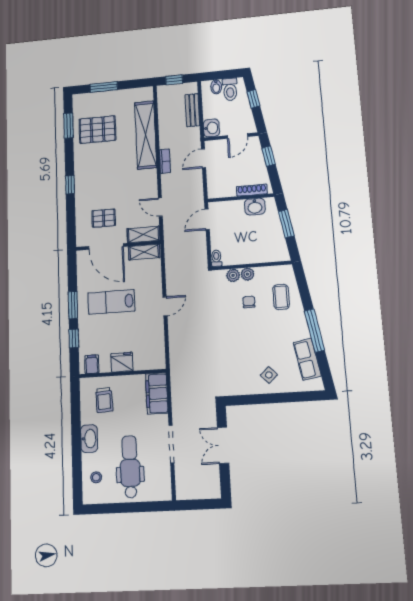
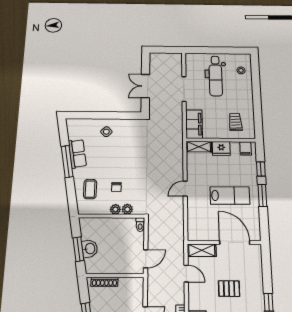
washbasin: (255, 207) -> (90, 249), moved, turned 80
pallet: (104, 218) -> (229, 289), moved
shelving: (144, 252) -> (199, 147), moved
row of seats: (307, 359) -> (77, 154), moved
washbasin: (89, 439) -> (247, 96), removed
double door: (223, 445) -> (145, 86), swing flipped

